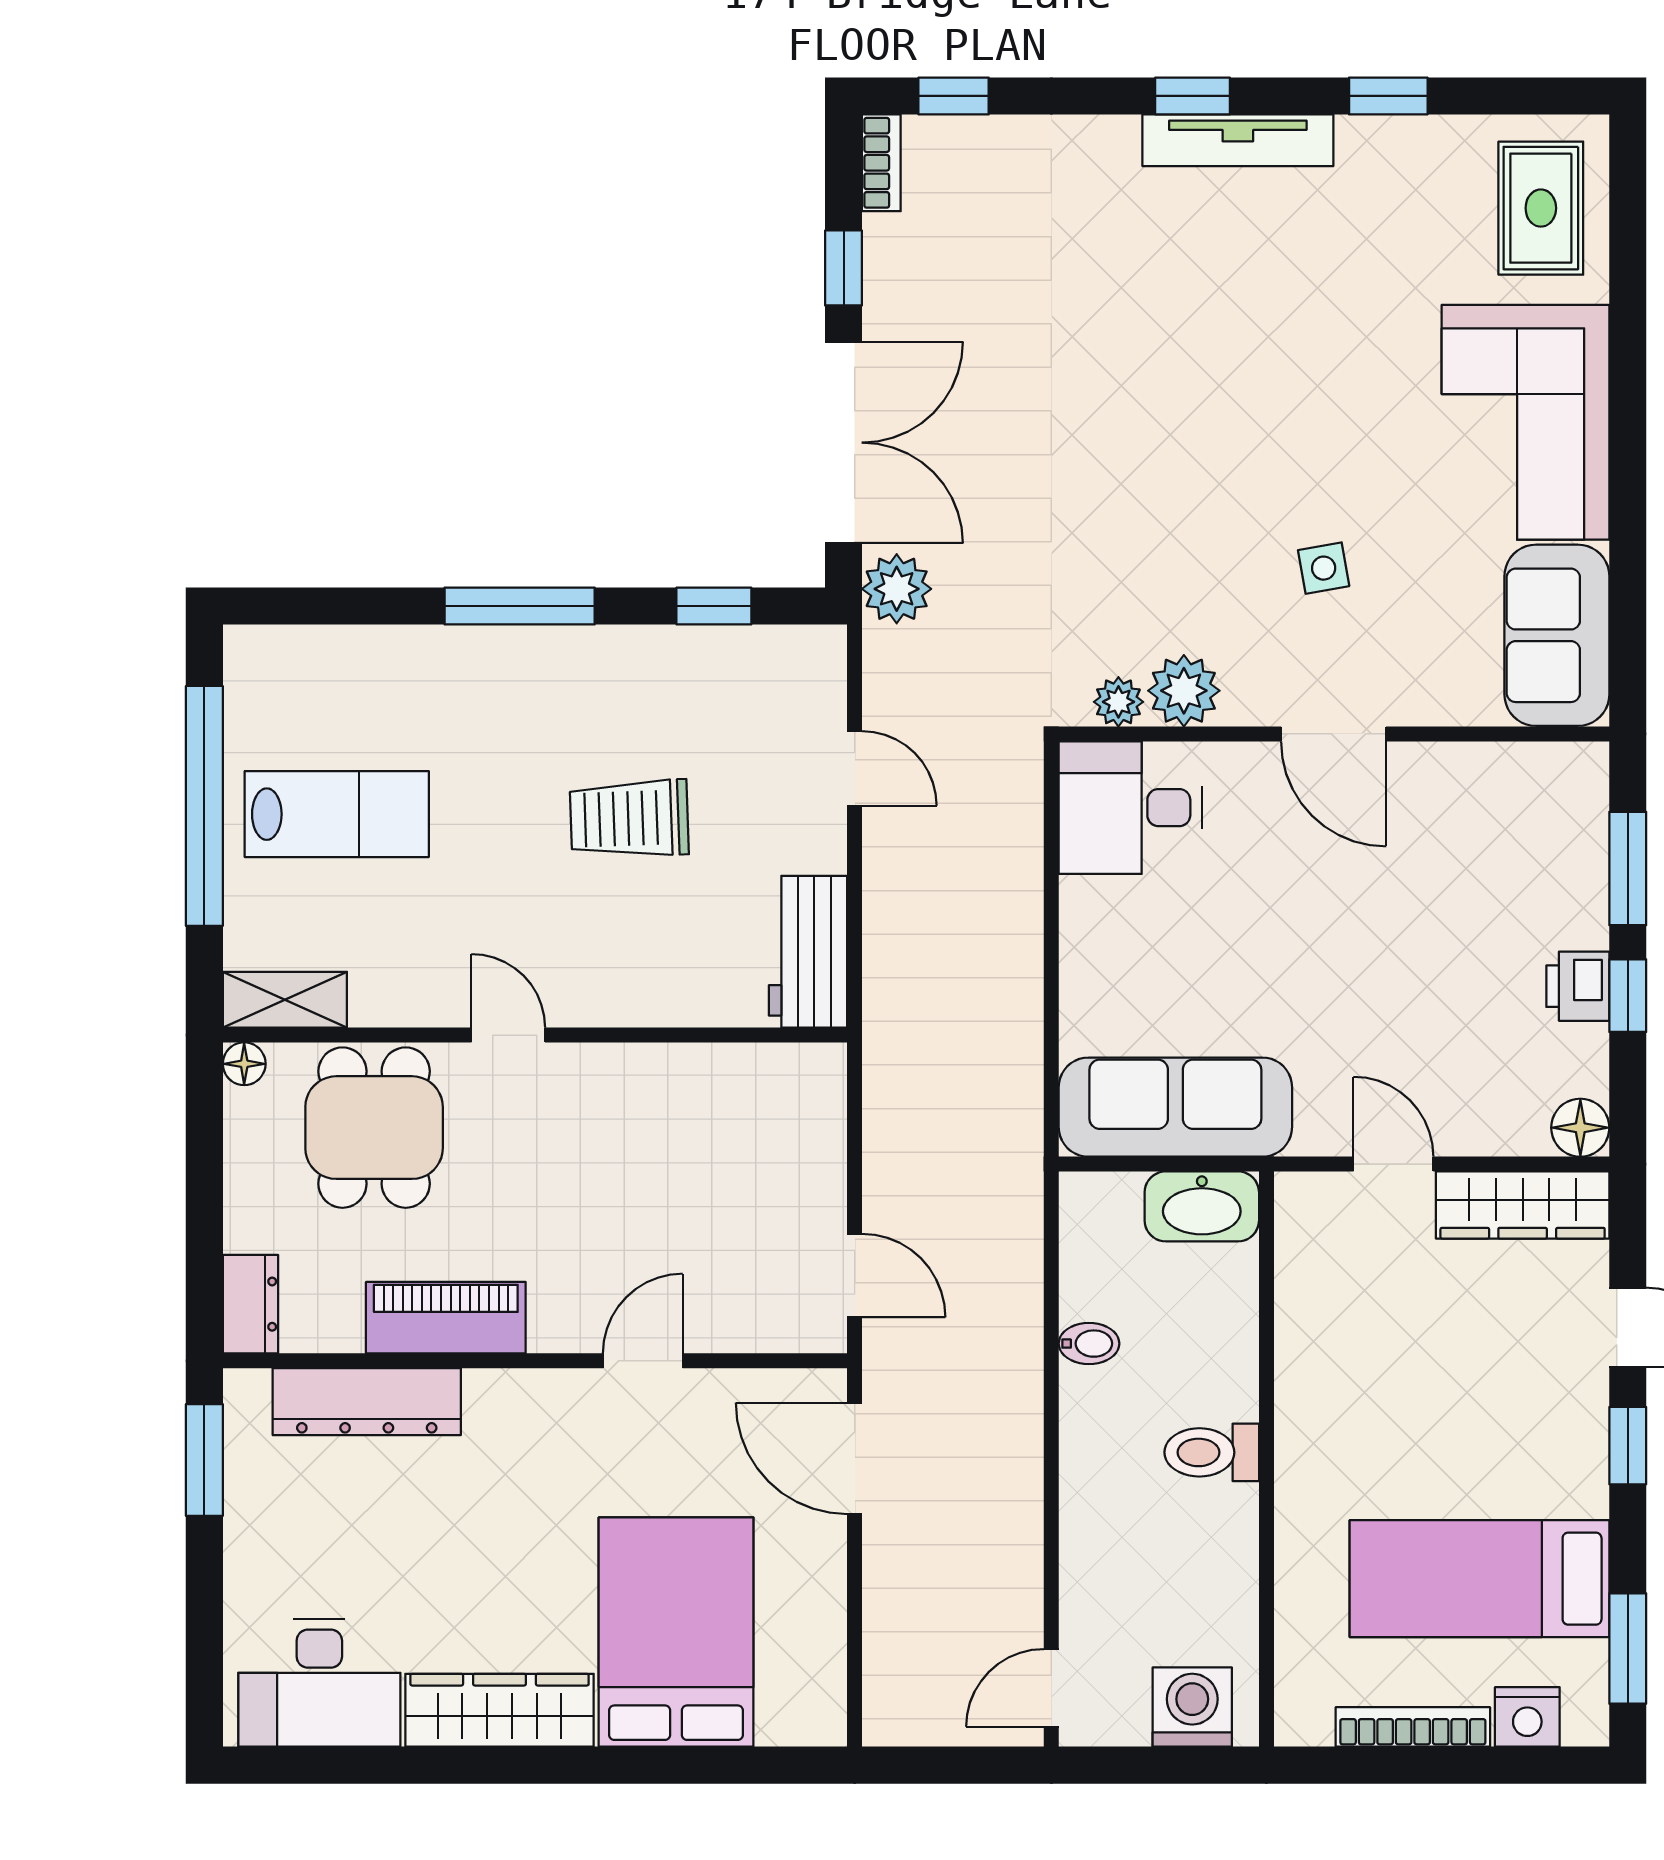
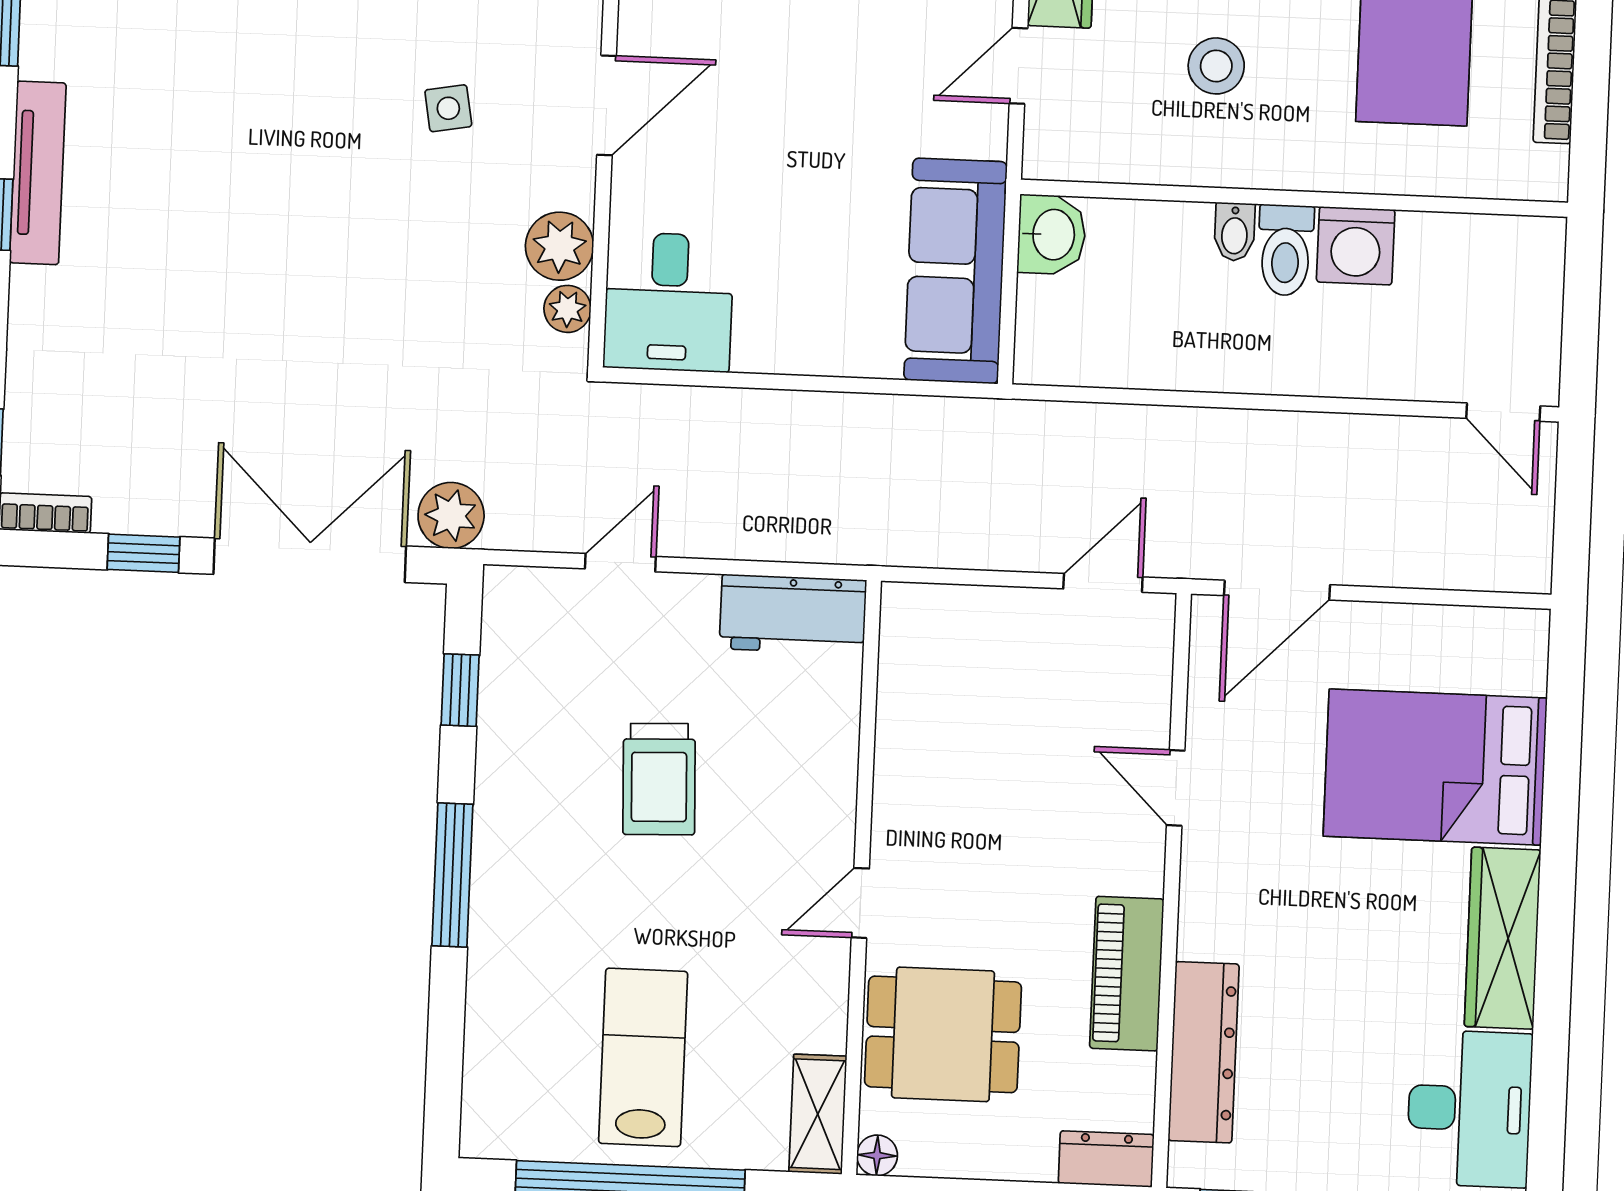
washbasin: (1202, 1206) -> (1052, 235), width x0.72
bidet: (1089, 1344) -> (1235, 232), moved, turned 180
stool: (1402, 1372) -> (1216, 66), added
washing machine: (1192, 1707) -> (1356, 246), moved, turned -90

